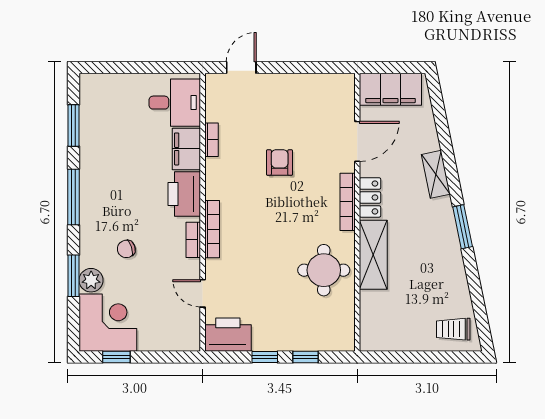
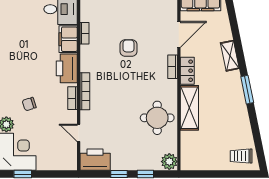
bookcase: (348, 202) -> (173, 67), width x0.64
plant: (342, 338) -> (169, 162), added

